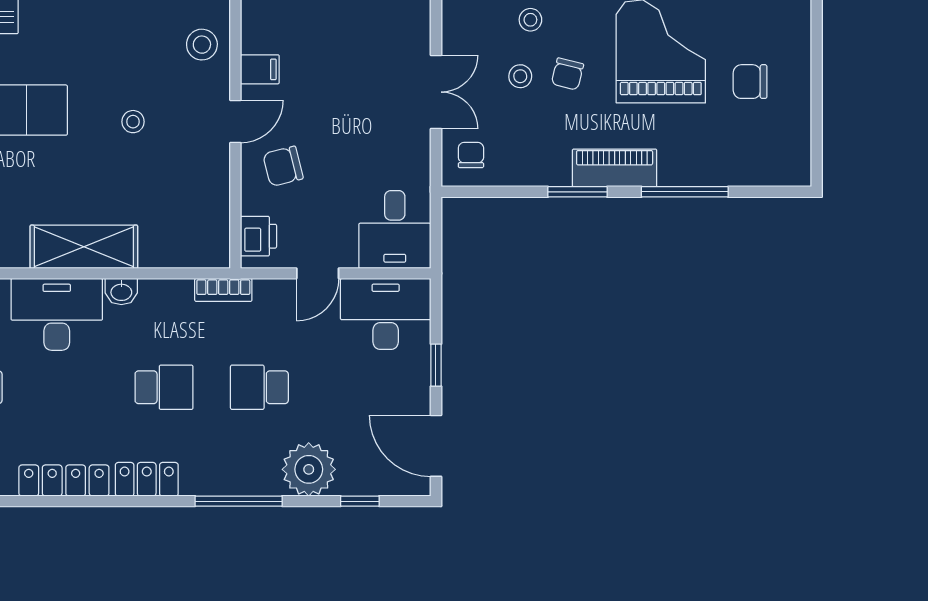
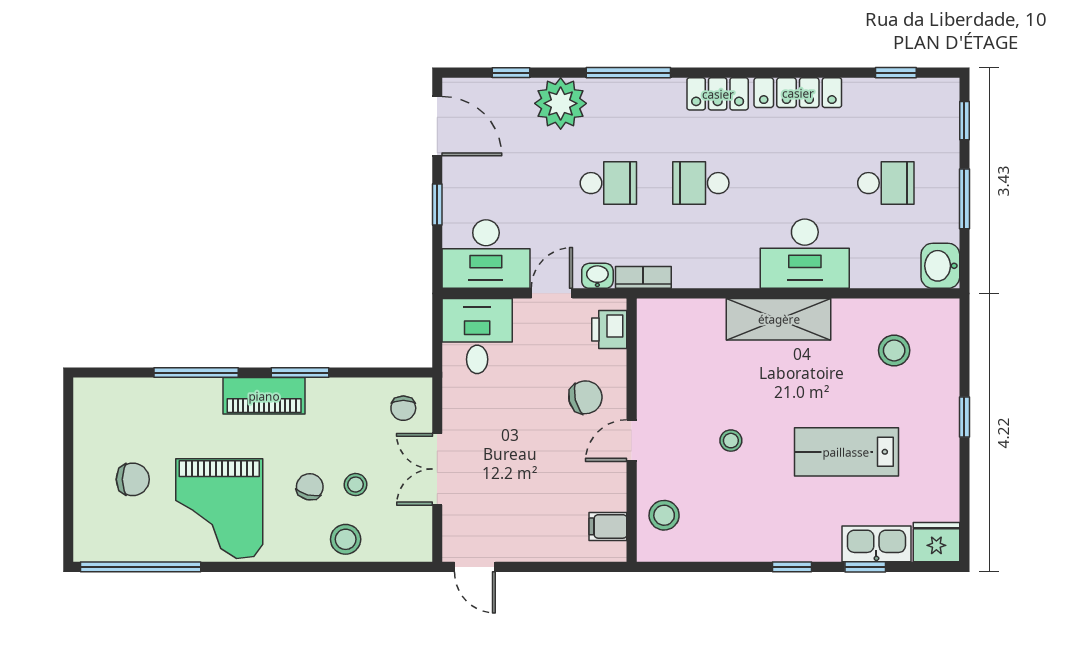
stool: (530, 20) -> (346, 539), width x1.37, depth x1.37
filing cabinet: (260, 69) -> (608, 526), moved
washbasin: (121, 292) -> (597, 276), moved

